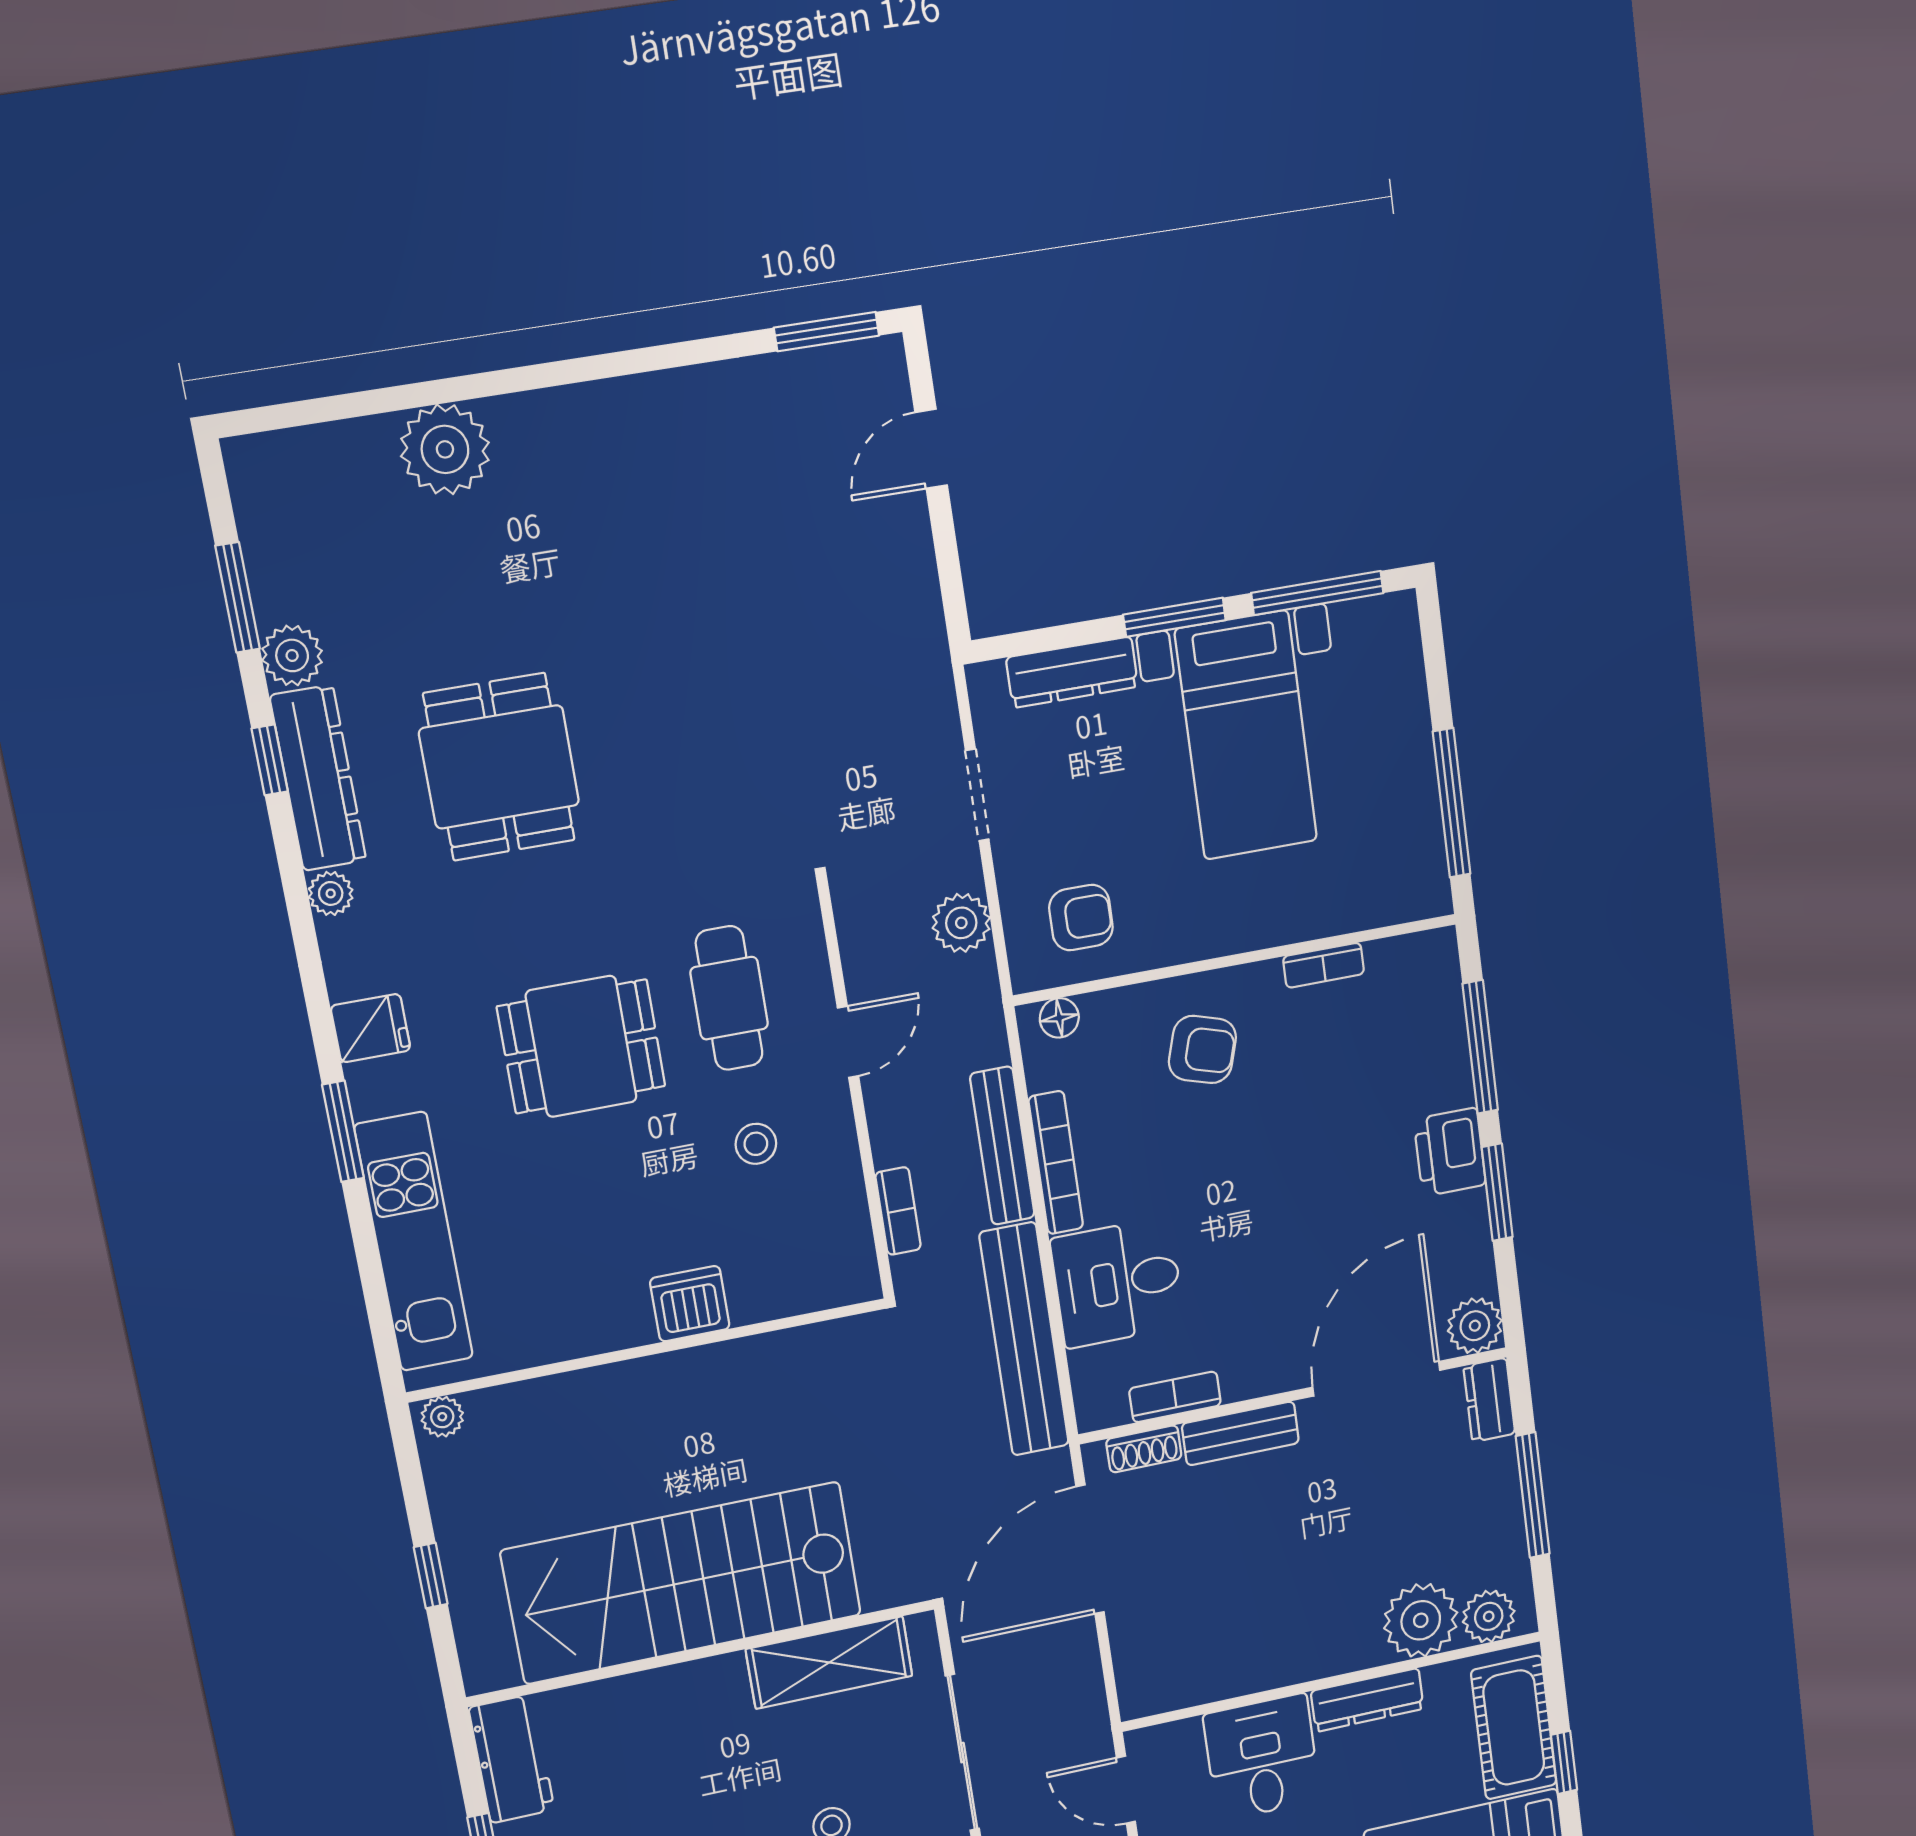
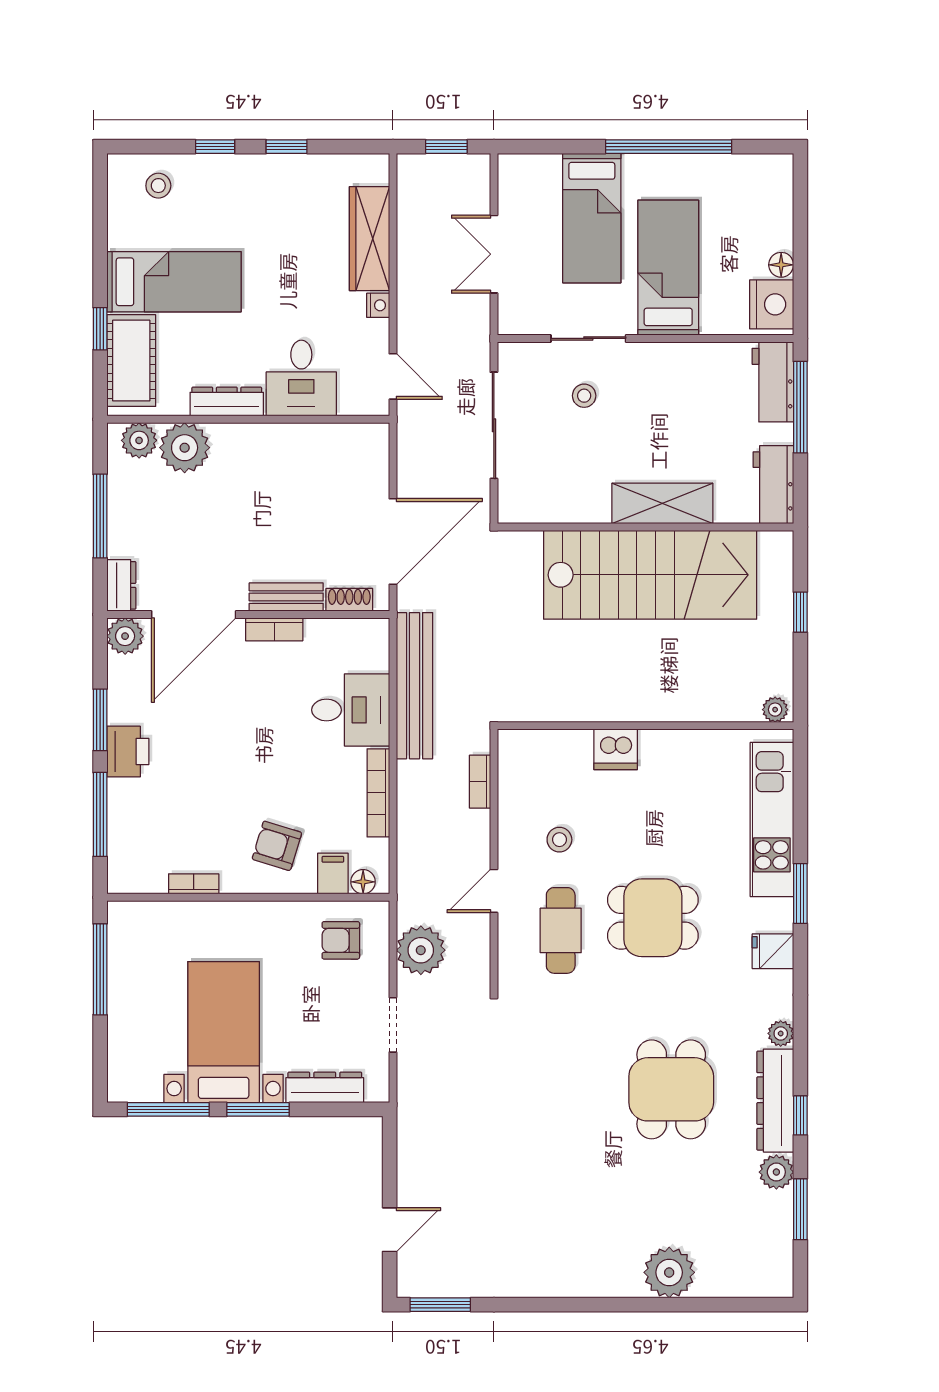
plant: (961, 923) -> (421, 950), width x1.36, depth x1.36
filing cabinet: (1109, 1022) -> (333, 874), added
bench: (1002, 1146) -> (410, 810), removed
bookcase: (1175, 1397) -> (274, 629), moved
shelving: (829, 1663) -> (662, 503), moved

